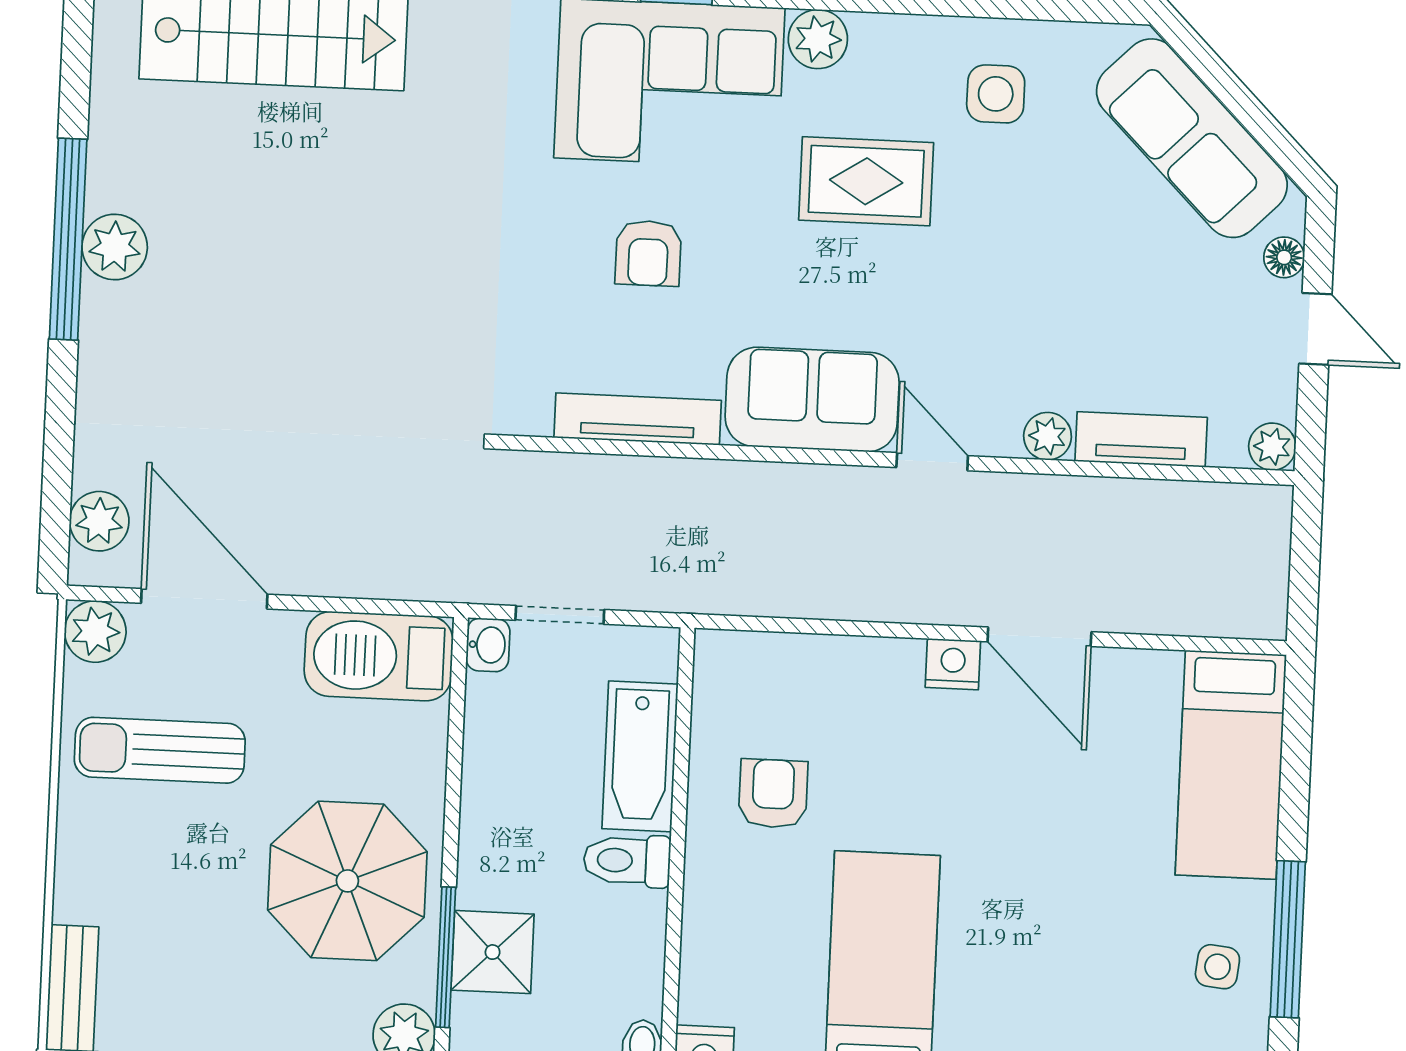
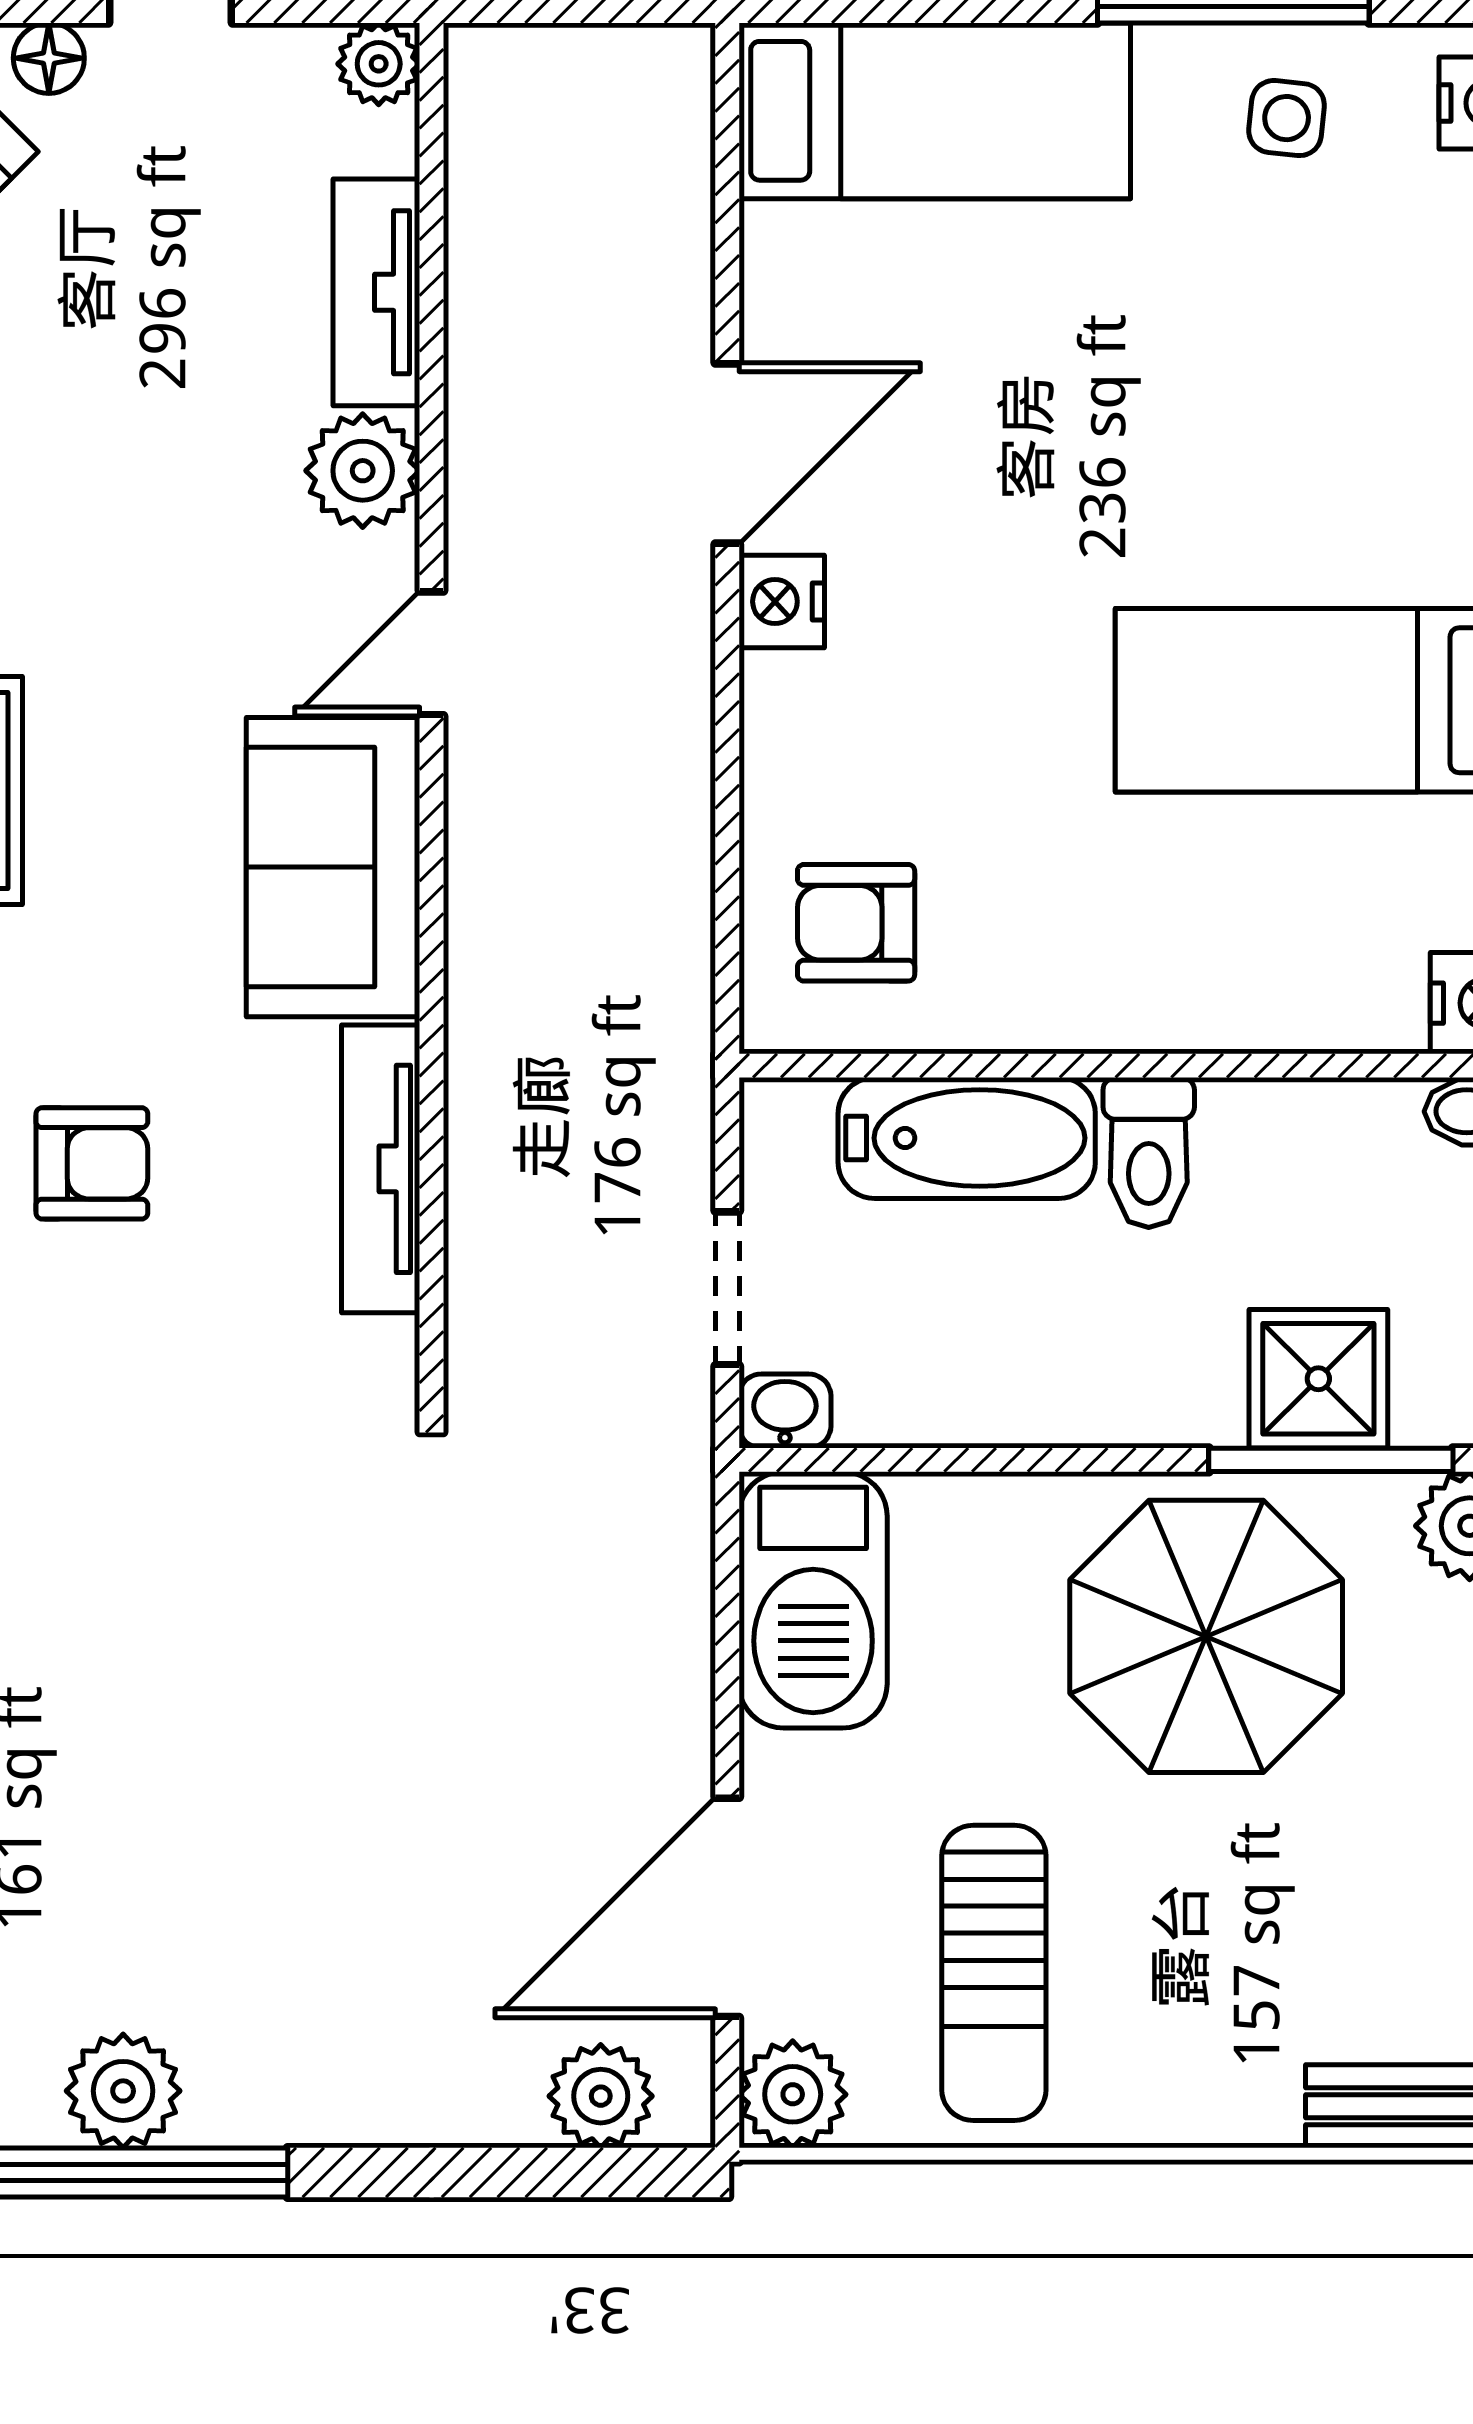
plant: (1048, 436) -> (363, 471), width x1.38, depth x1.38
armchair: (773, 794) -> (856, 923), moved

